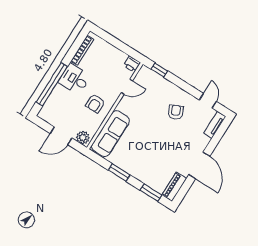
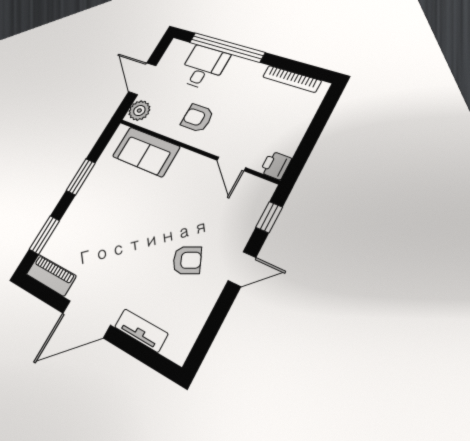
desk: (74, 79) -> (203, 67), moved
door: (208, 101) -> (242, 269), moved
tv unit: (215, 125) -> (141, 330), moved
sofa: (111, 134) -> (146, 152), width x0.73

